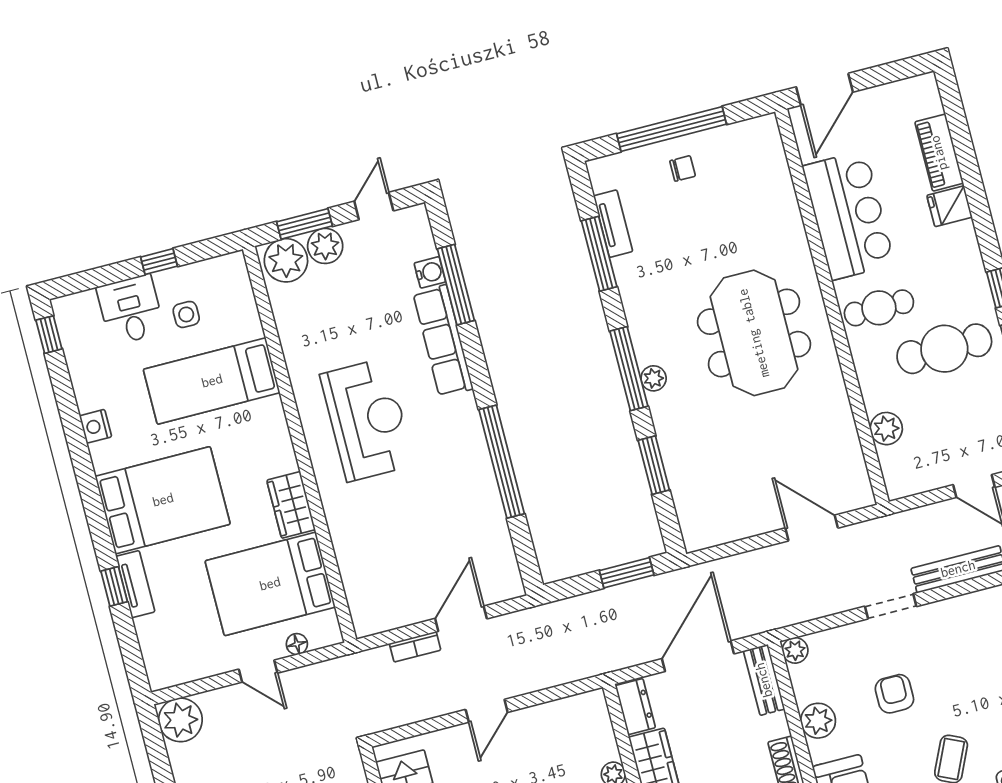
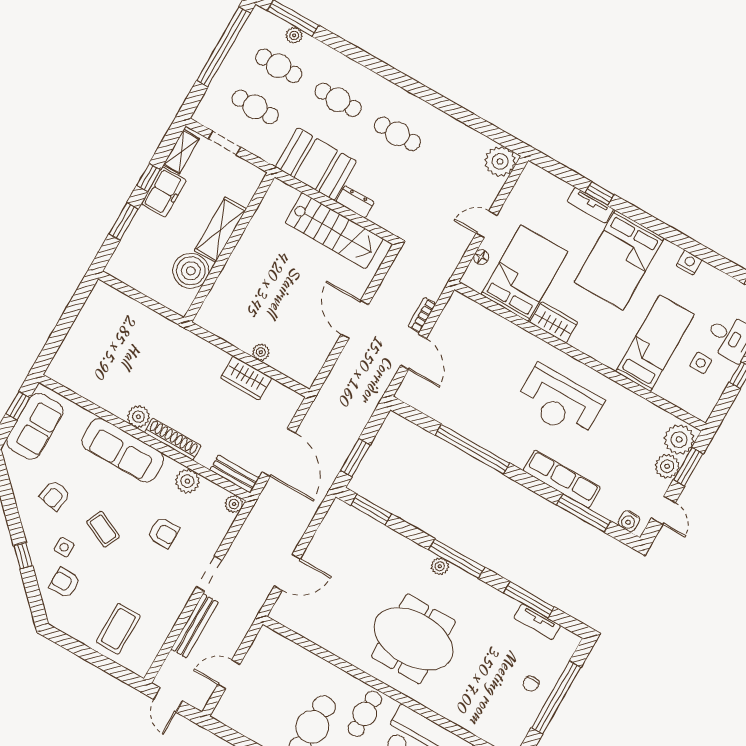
water cooler: (430, 272) -> (629, 521), moved
plant: (886, 429) -> (301, 658), removed
window: (654, 465) -> (371, 510), moved
dresser: (635, 707) -> (284, 396), removed
door: (487, 711) -> (355, 320), width x1.38

